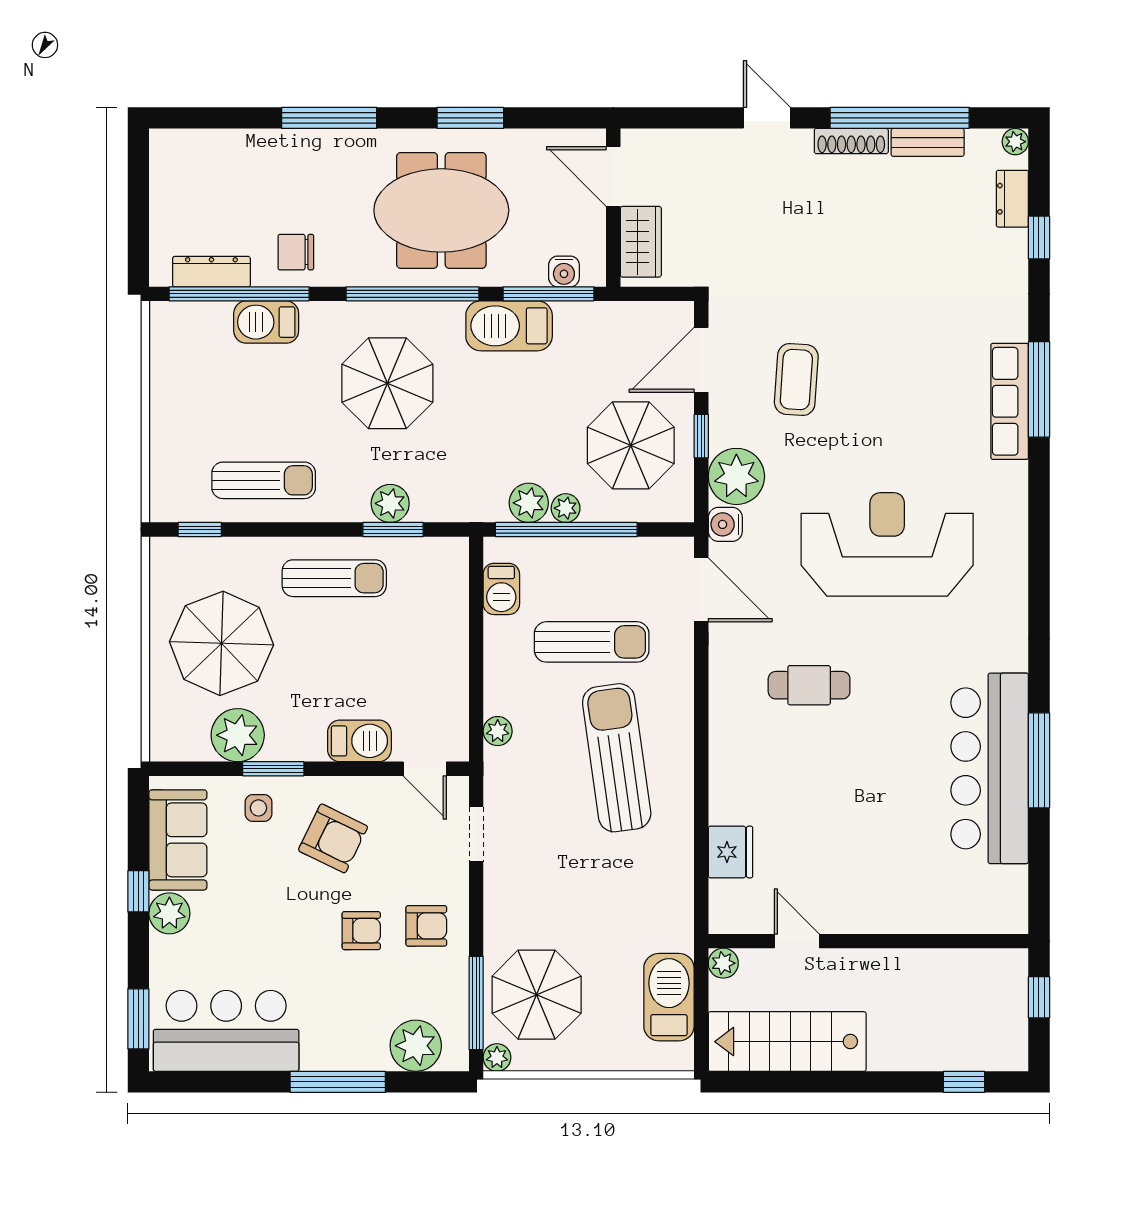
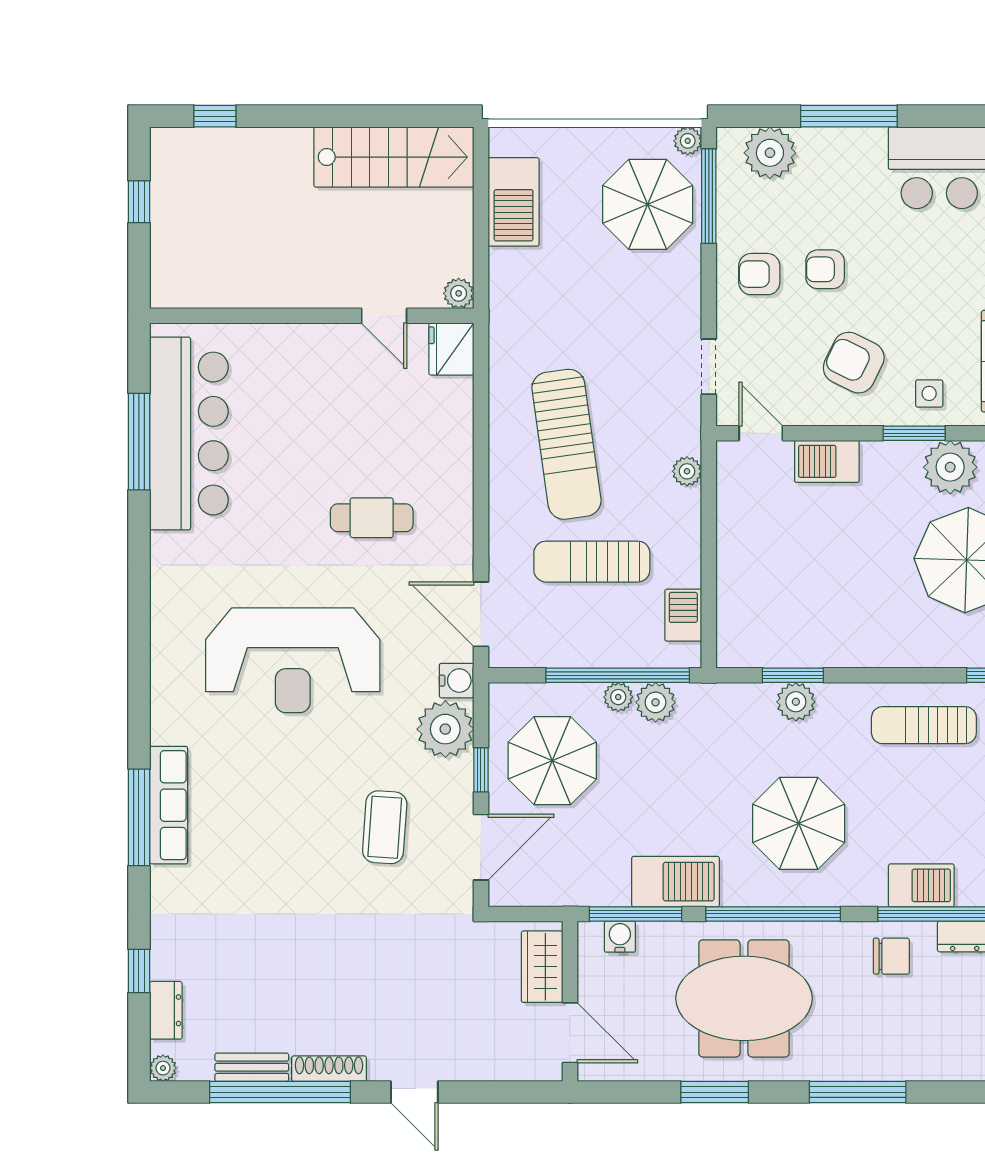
sun lounger: (334, 578) -> (852, 626), removed
door: (797, 941) -> (384, 316), moved
wall: (868, 941) -> (312, 316), moved
plant: (723, 963) -> (459, 293), moved

